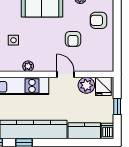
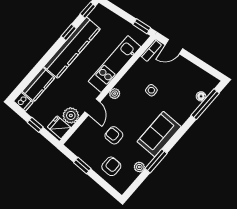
window: (117, 43) -> (82, 165), added
plant: (28, 66) -> (115, 94), moved
door: (65, 74) -> (92, 107), hinge flipped

